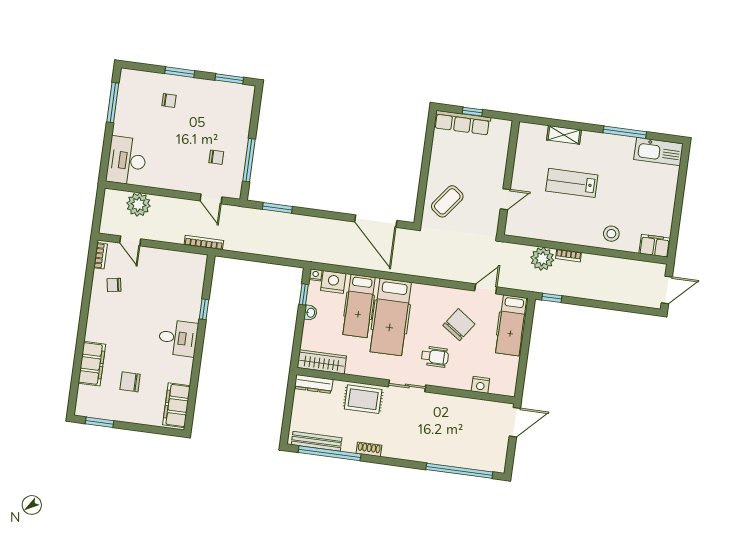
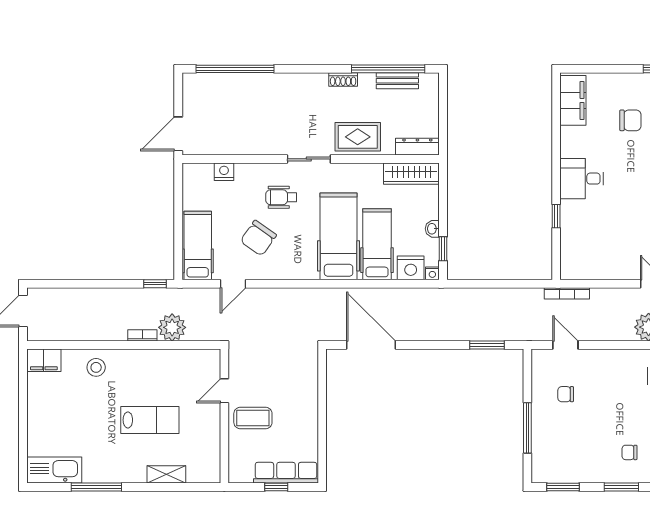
window: (249, 160) -> (527, 428), moved
coffee table: (447, 201) -> (253, 418), moved, turned 53
bench: (317, 441) -> (397, 81), width x0.73

